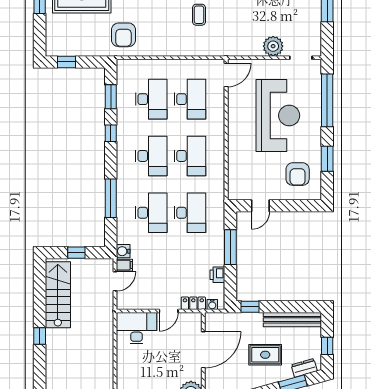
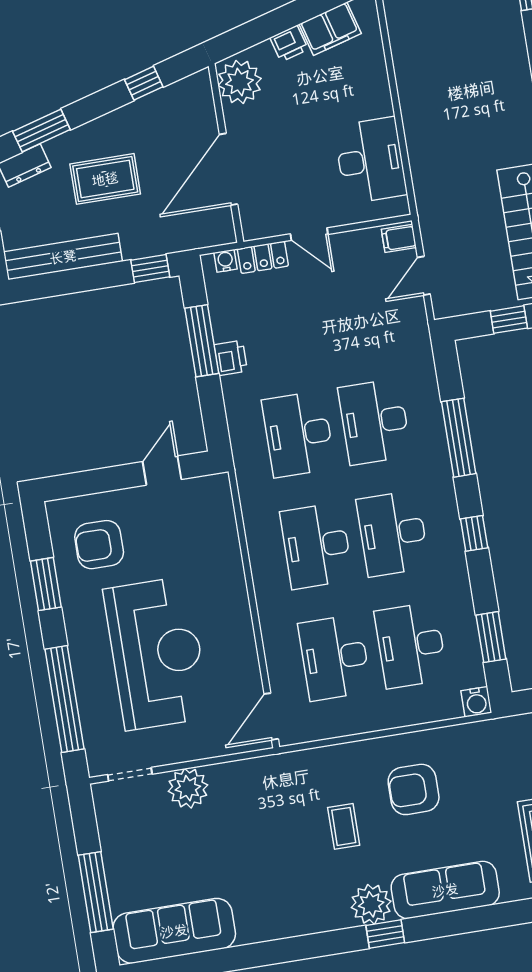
armchair: (124, 35) -> (414, 789), moved, turned -90
reception desk: (278, 115) -> (157, 653), turned 180
window: (111, 133) -> (474, 533), moved
armchair: (298, 174) -> (99, 545), turned -90
window: (230, 247) -> (202, 341), moved
water cooler: (123, 251) -> (476, 702), moved, turned 90
filing cabinet: (124, 265) -> (399, 238), moved
printer: (217, 275) -> (231, 358), moved
door: (169, 311) -> (309, 234), swing flipped
desk: (137, 328) -> (370, 160), moved, turned -90

